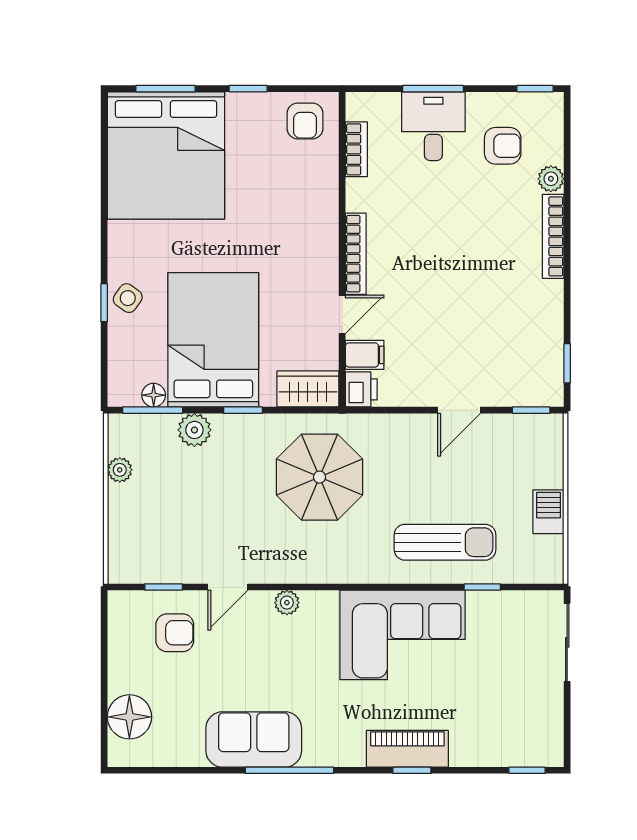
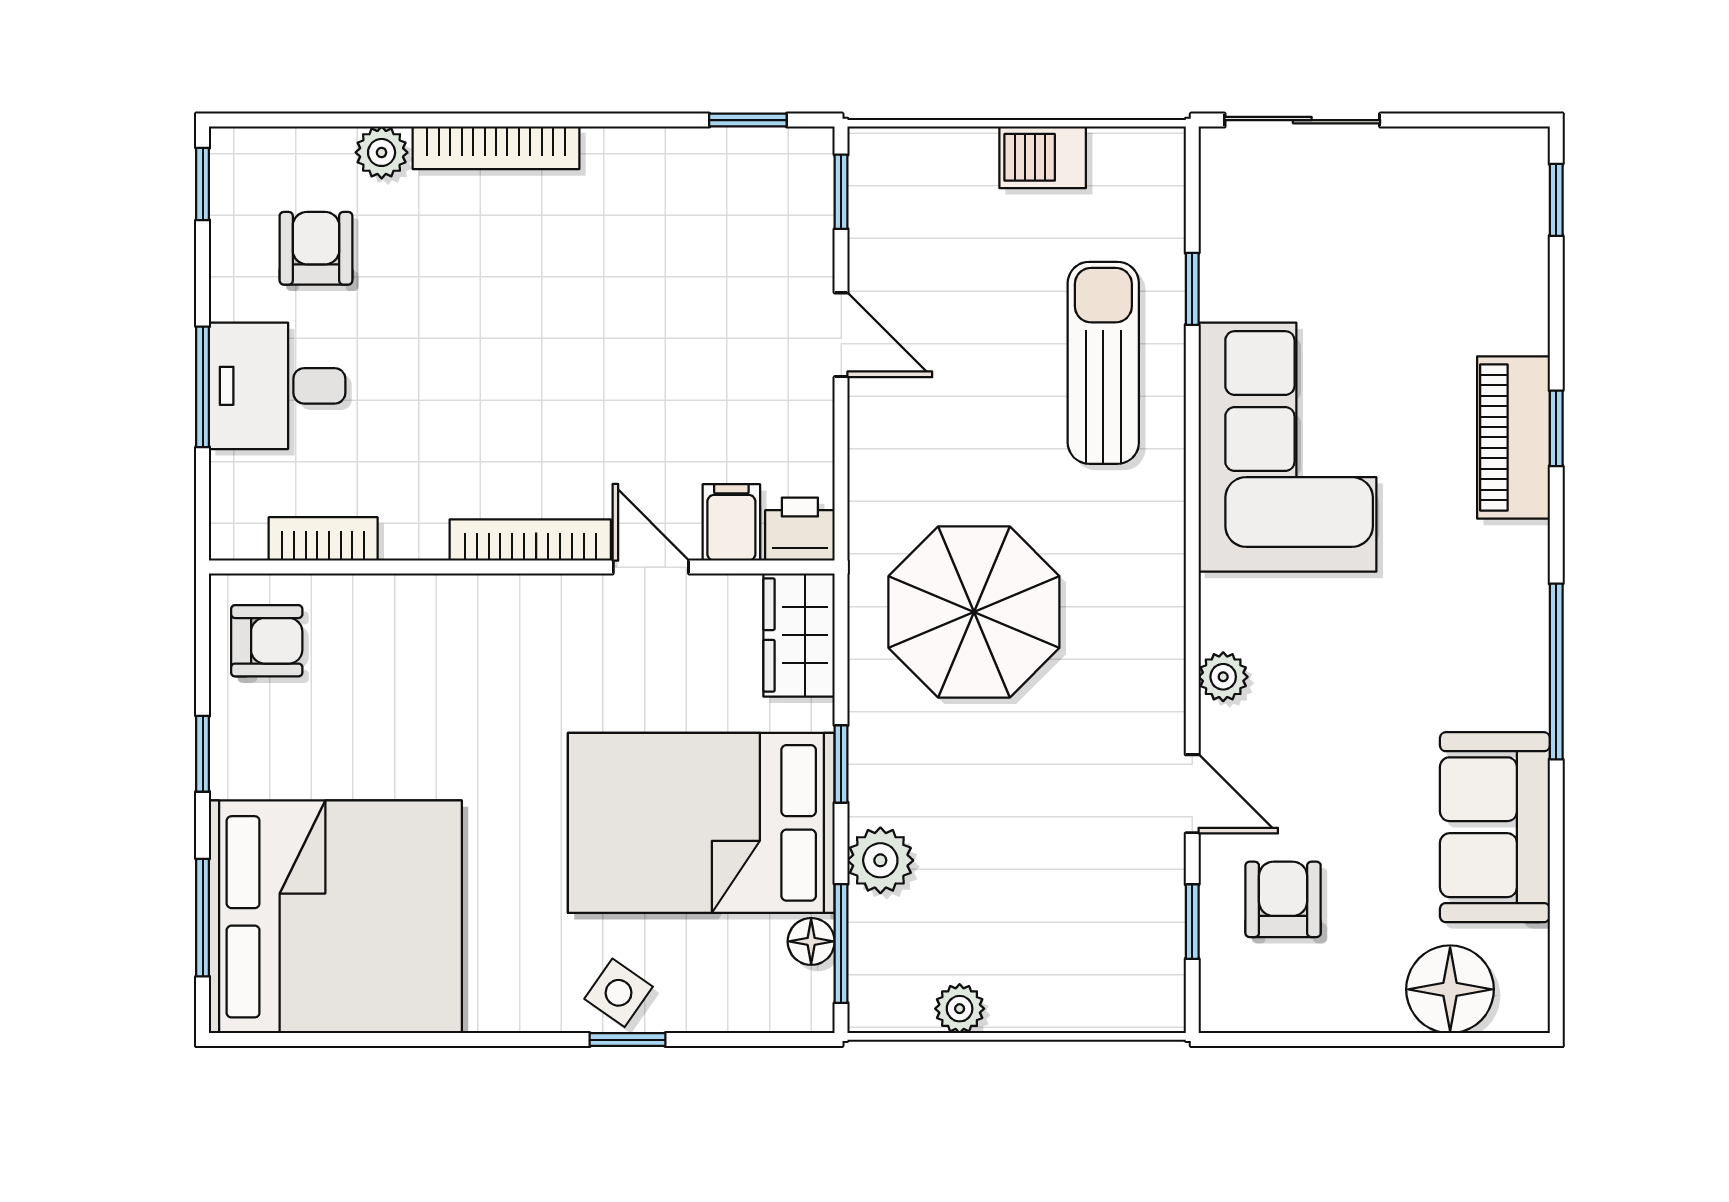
sofa: (254, 739) -> (1495, 827), moved

